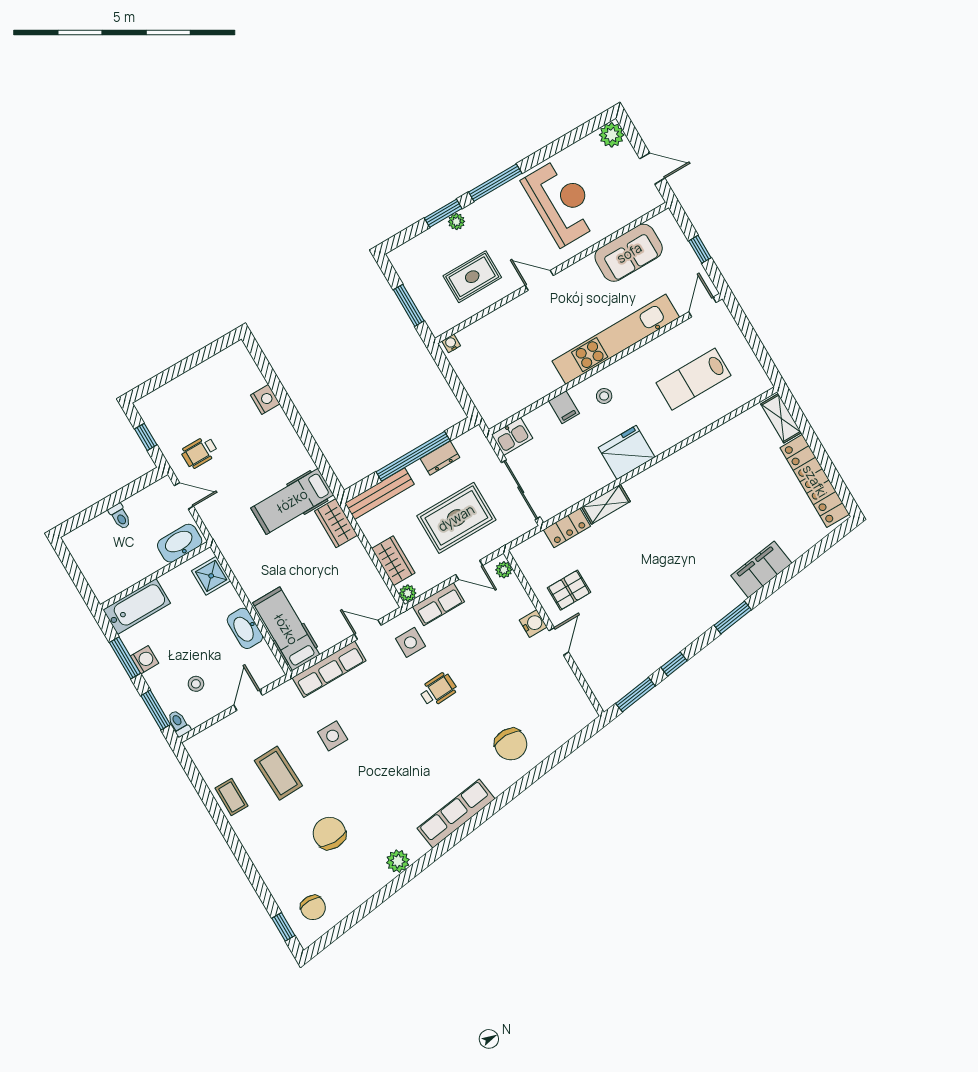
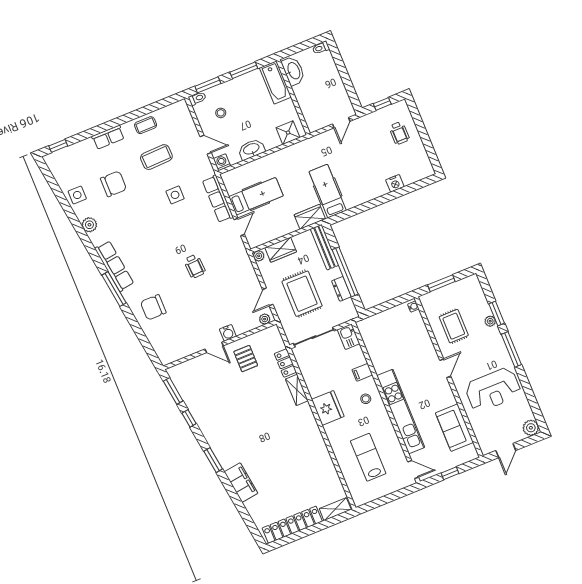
wheelchair: (199, 452) -> (399, 133), moved, turned 180
toilet: (120, 516) -> (321, 48), moved
washbasin: (180, 543) -> (293, 71), moved
row of seats: (439, 604) -> (108, 137), moved, turned -90
hospital bed: (286, 629) -> (256, 196), moved
side table: (410, 642) -> (77, 195), moved
washing machine: (144, 660) -> (222, 162), moved, turned 180
window: (491, 809) -> (114, 289), added
chair: (313, 908) -> (68, 167), removed

